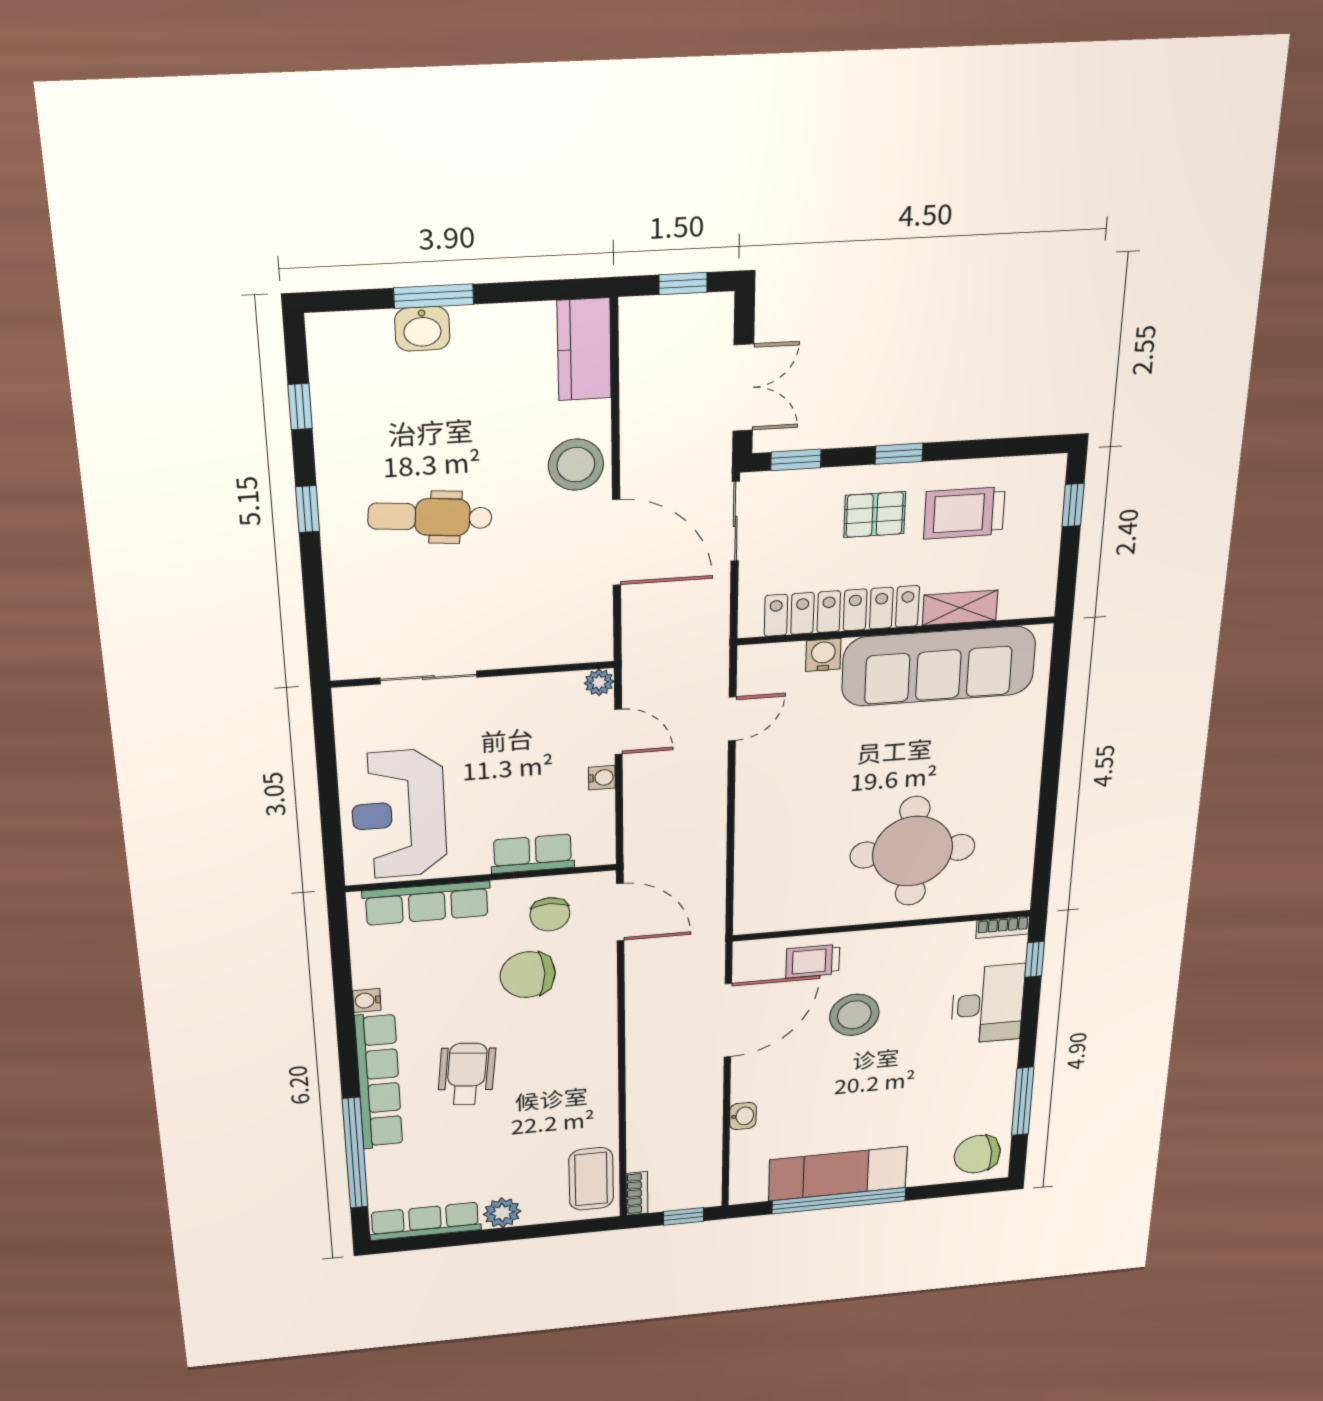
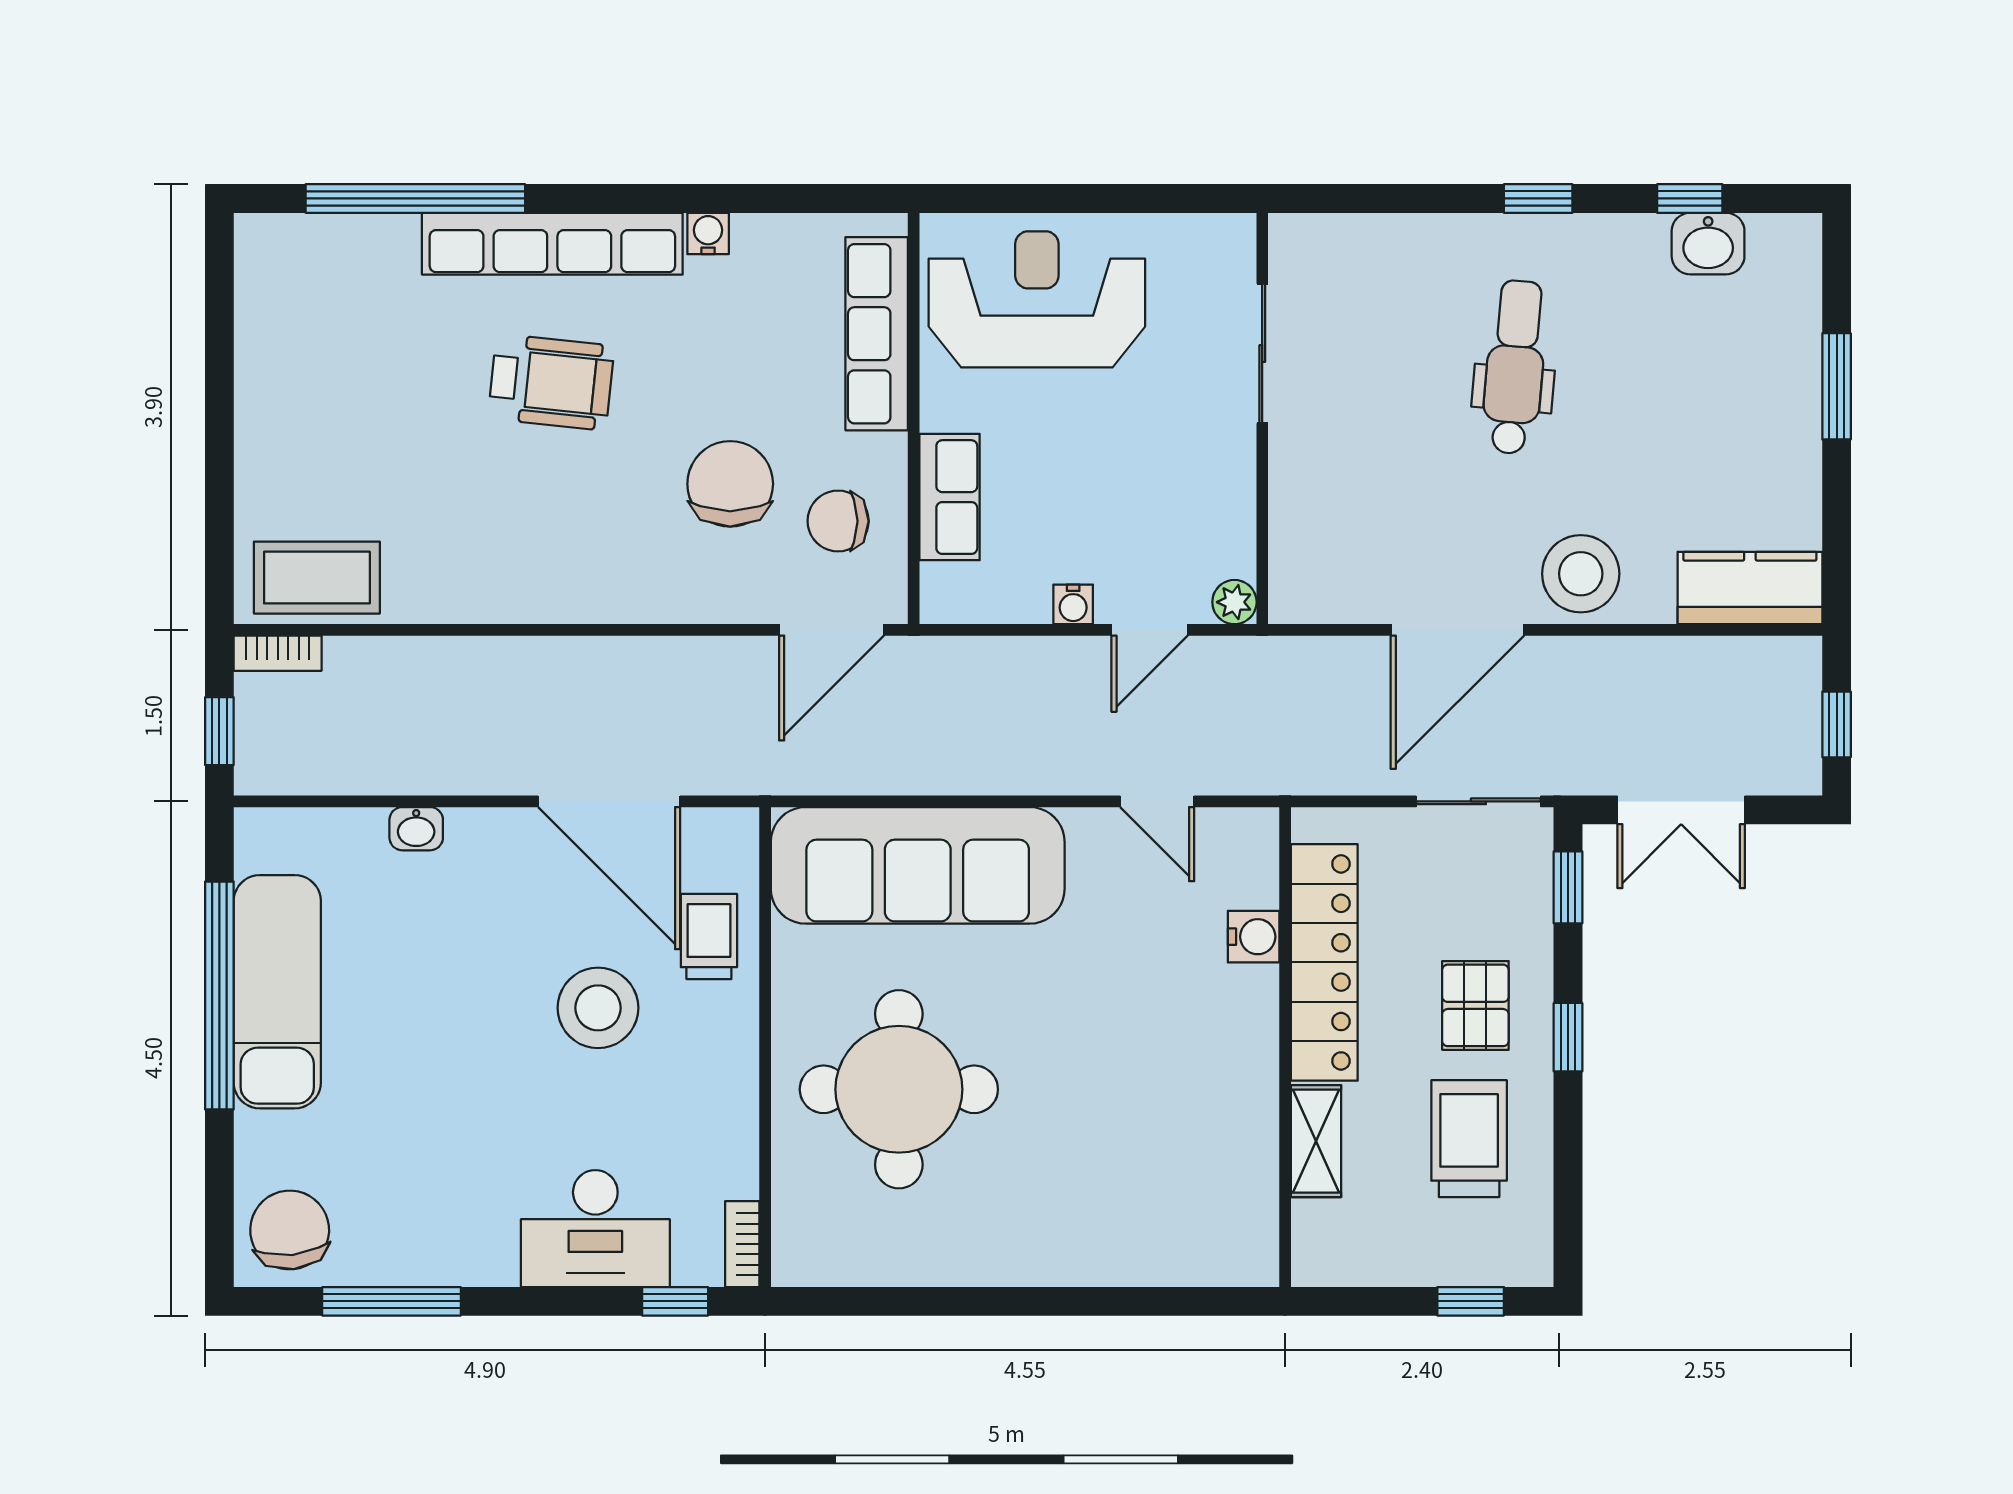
washbasin: (422, 329) -> (1708, 244), moved, turned -90
sofa: (939, 666) -> (918, 865), moved, turned -90
plant: (502, 1213) -> (265, 430), removed
row of seats: (425, 1221) -> (263, 303), removed

